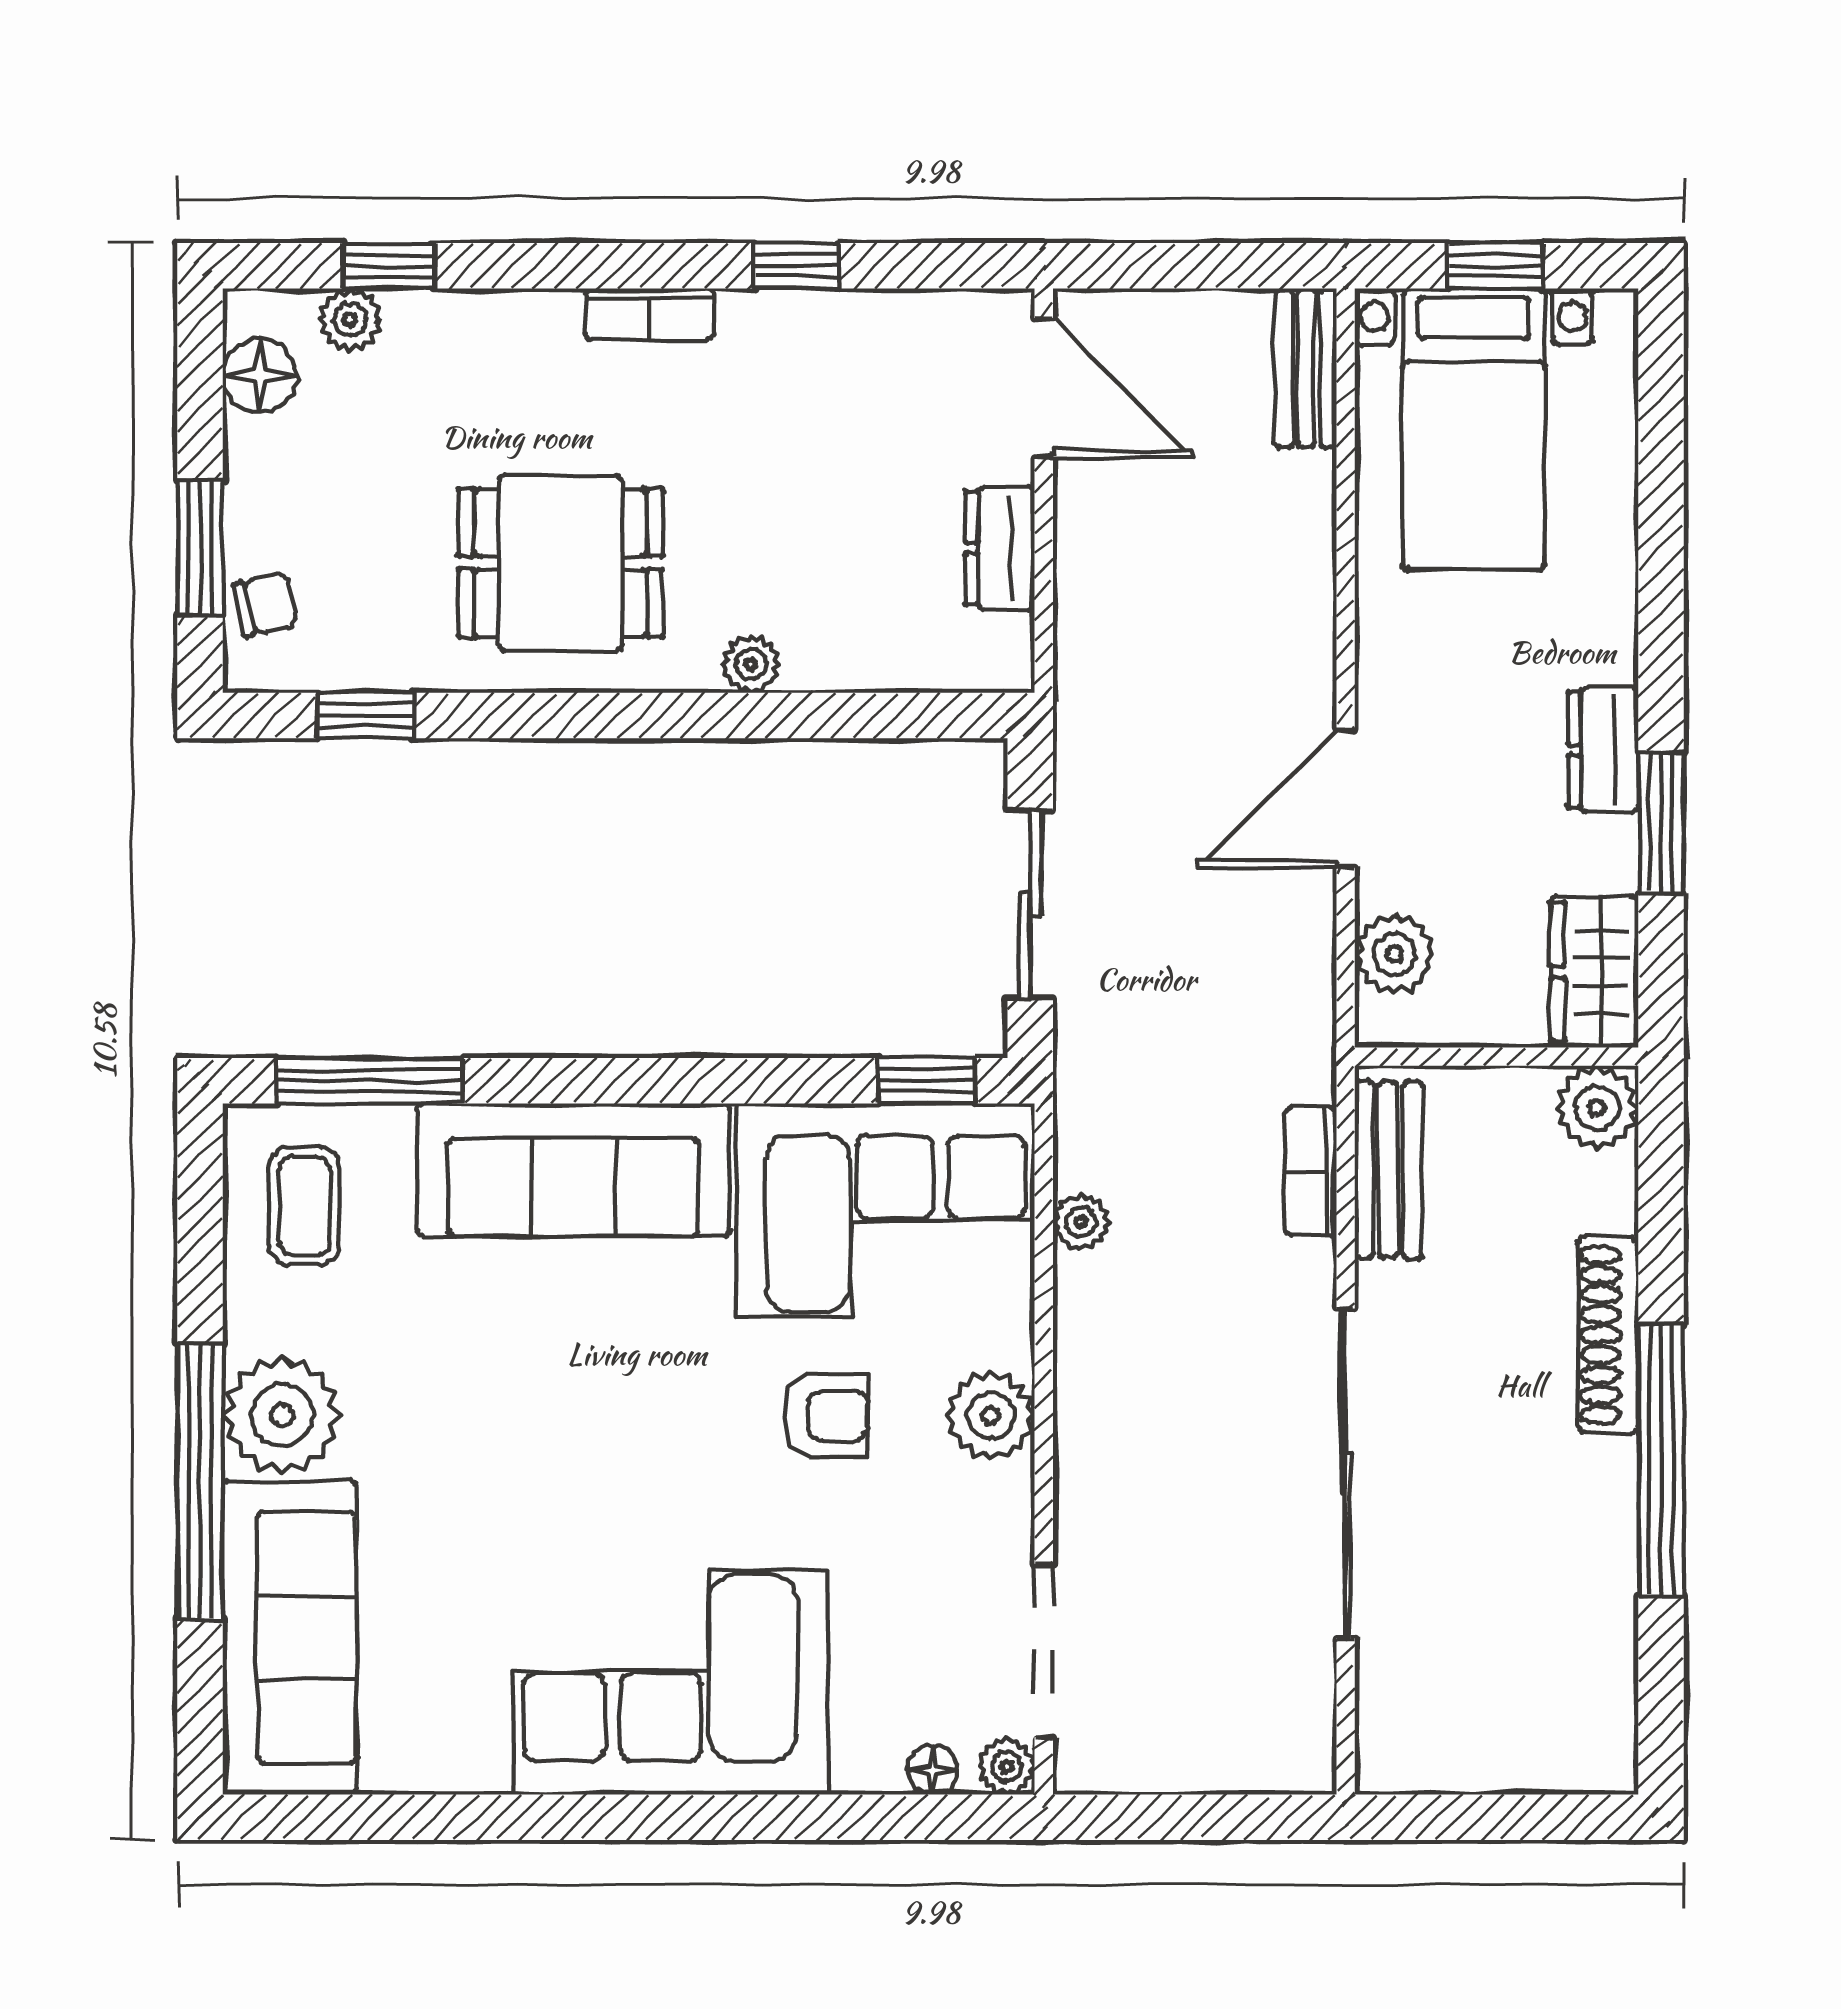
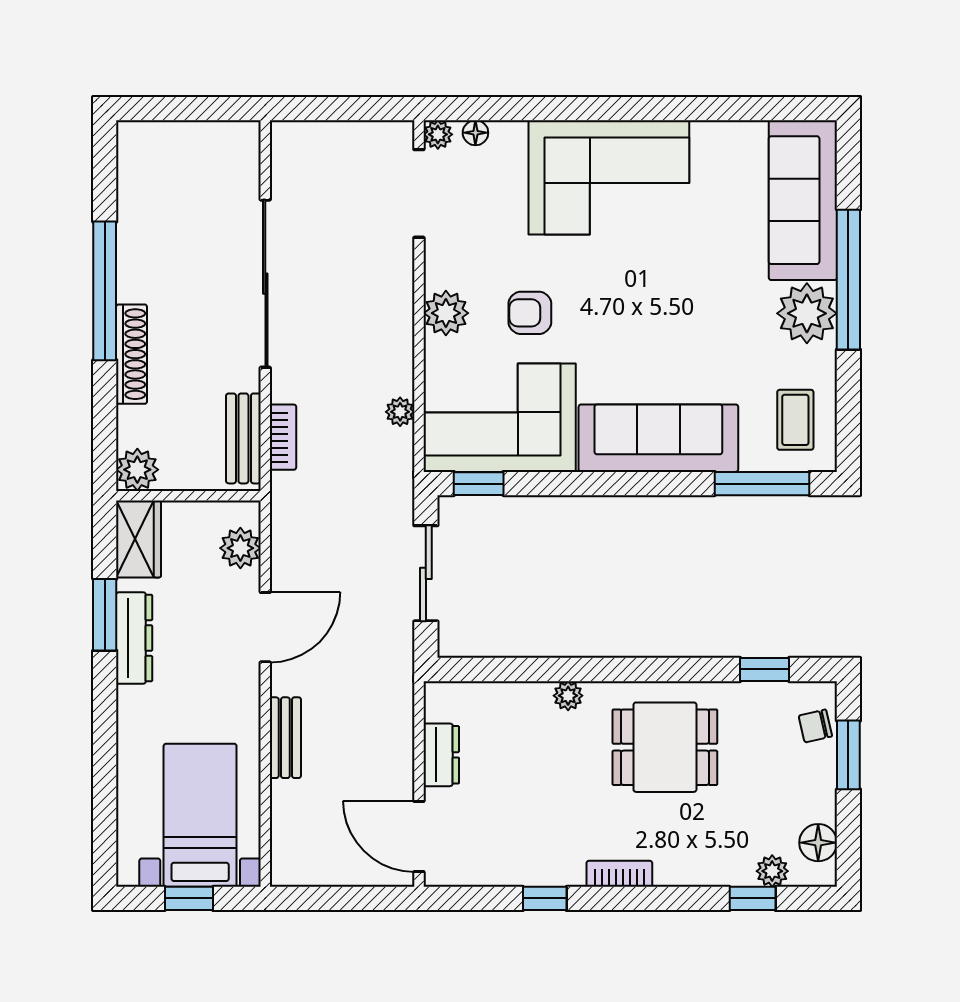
bench: (1306, 368) -> (285, 738), moved
dresser: (1603, 750) -> (134, 638), width x1.44

